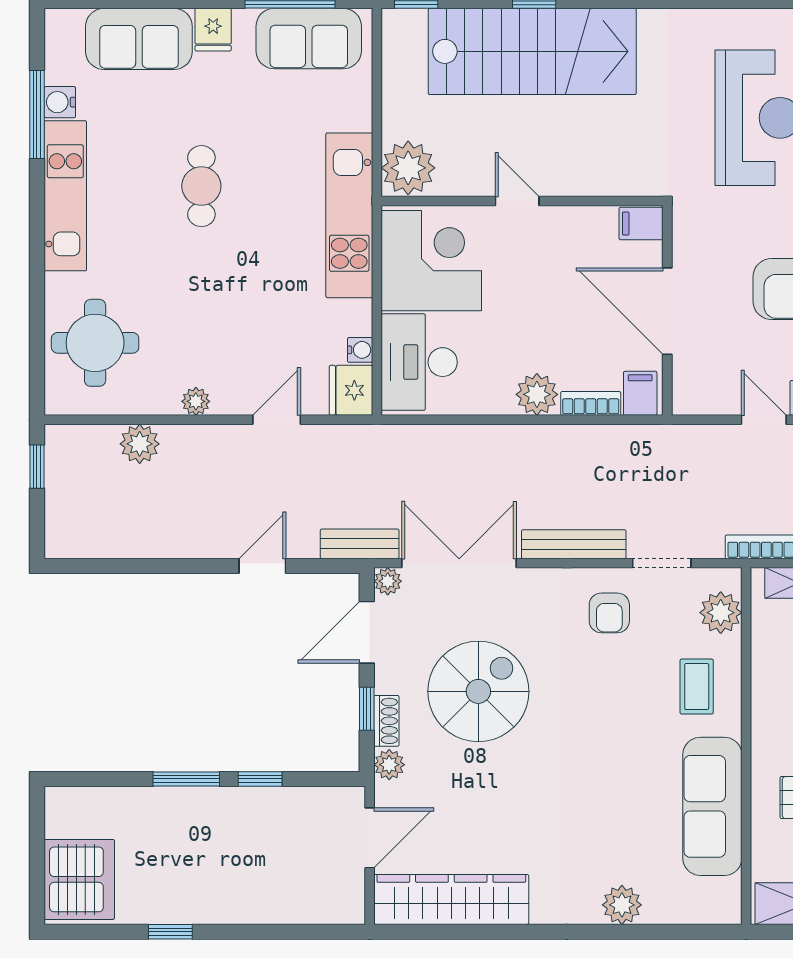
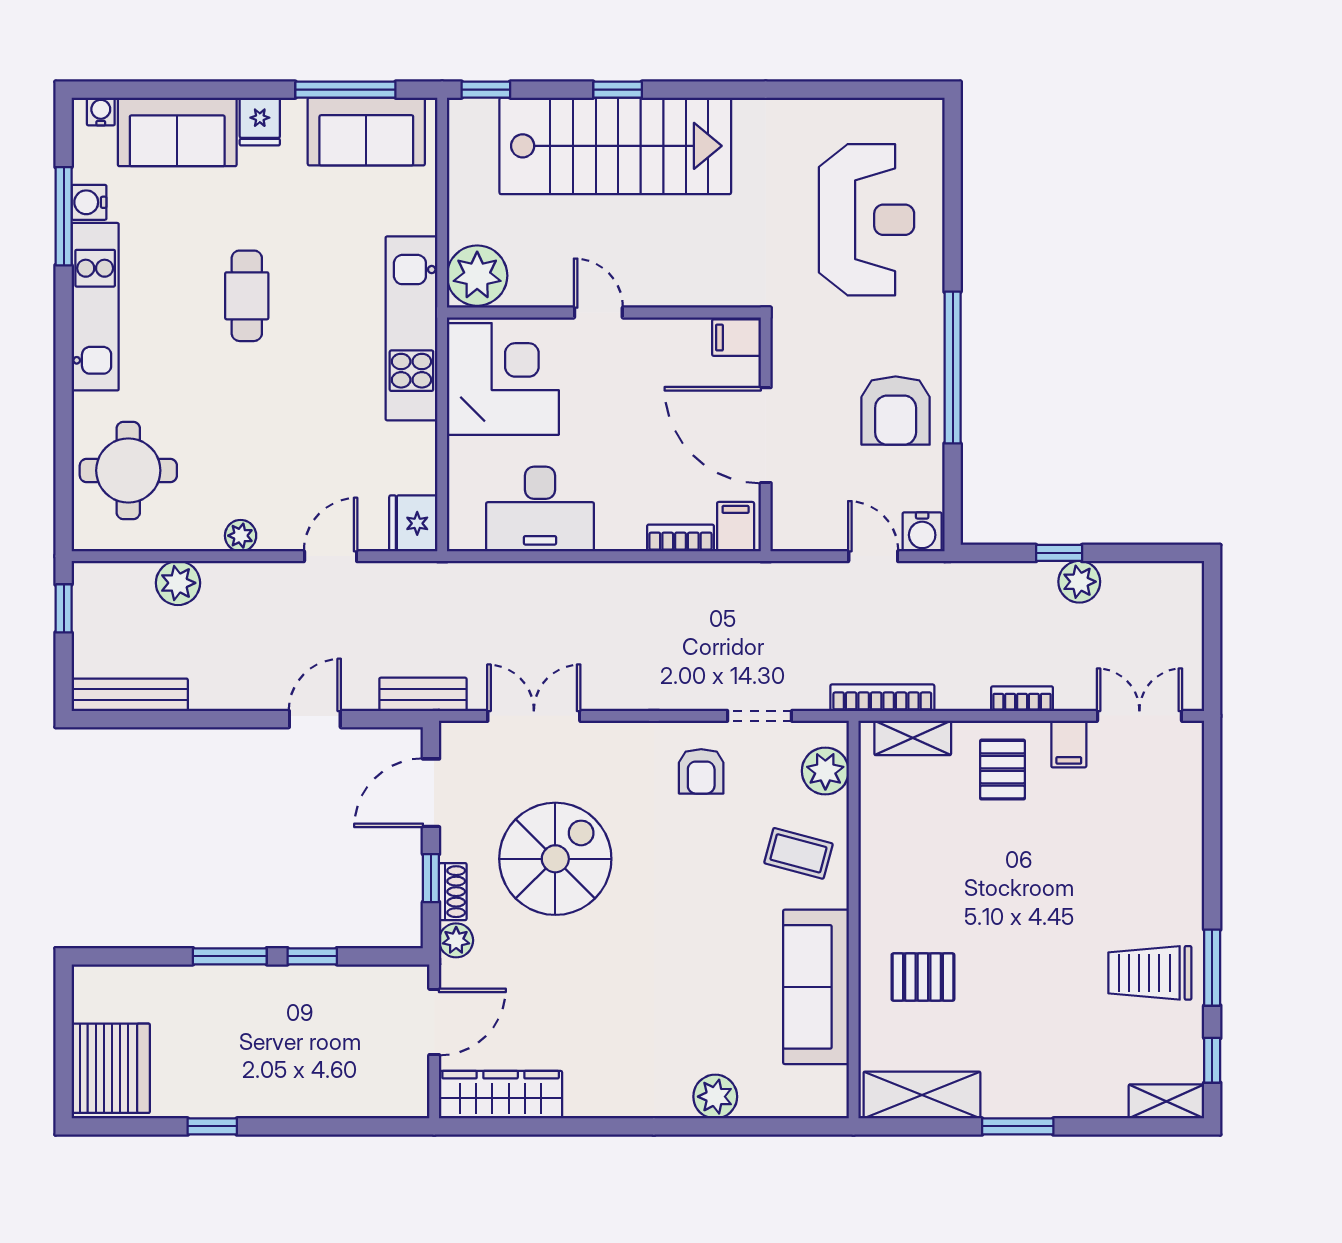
water cooler: (360, 350) -> (101, 112), moved, turned -90
desk: (419, 362) -> (540, 509), moved, turned -90
plant: (537, 394) -> (620, 528), removed
bench: (574, 544) -> (130, 695), moved
double door: (459, 563) -> (534, 716), width x0.73
plant: (388, 581) -> (454, 736), removed
coffee table: (697, 687) -> (798, 853), turned -75
wardrobe: (451, 899) -> (501, 1095), width x0.71, depth x0.85

